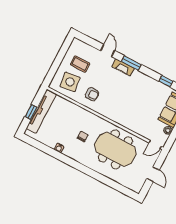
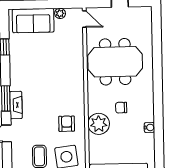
plant: (80, 115) -> (99, 124), added
meeting table: (115, 149) -> (115, 62), turned 90

